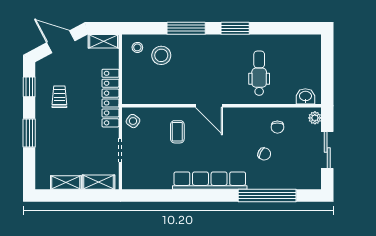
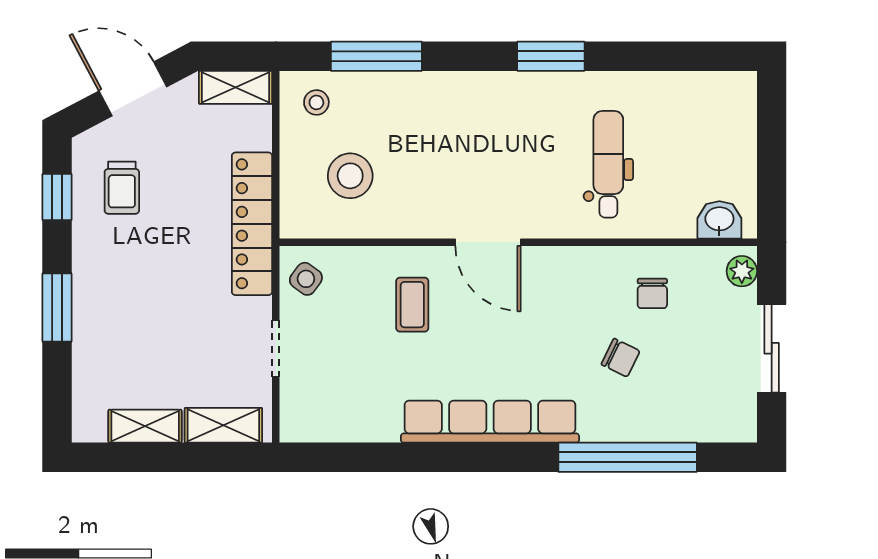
window: (186, 28) -> (376, 56), moved
stool: (161, 55) -> (350, 176), moved
trolley: (59, 97) -> (122, 188), moved, turned 180

